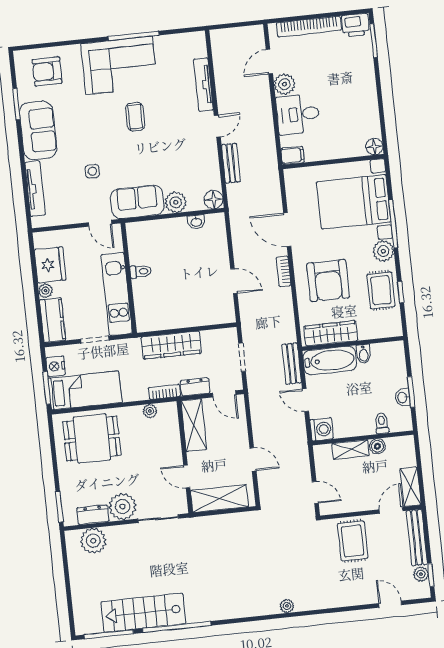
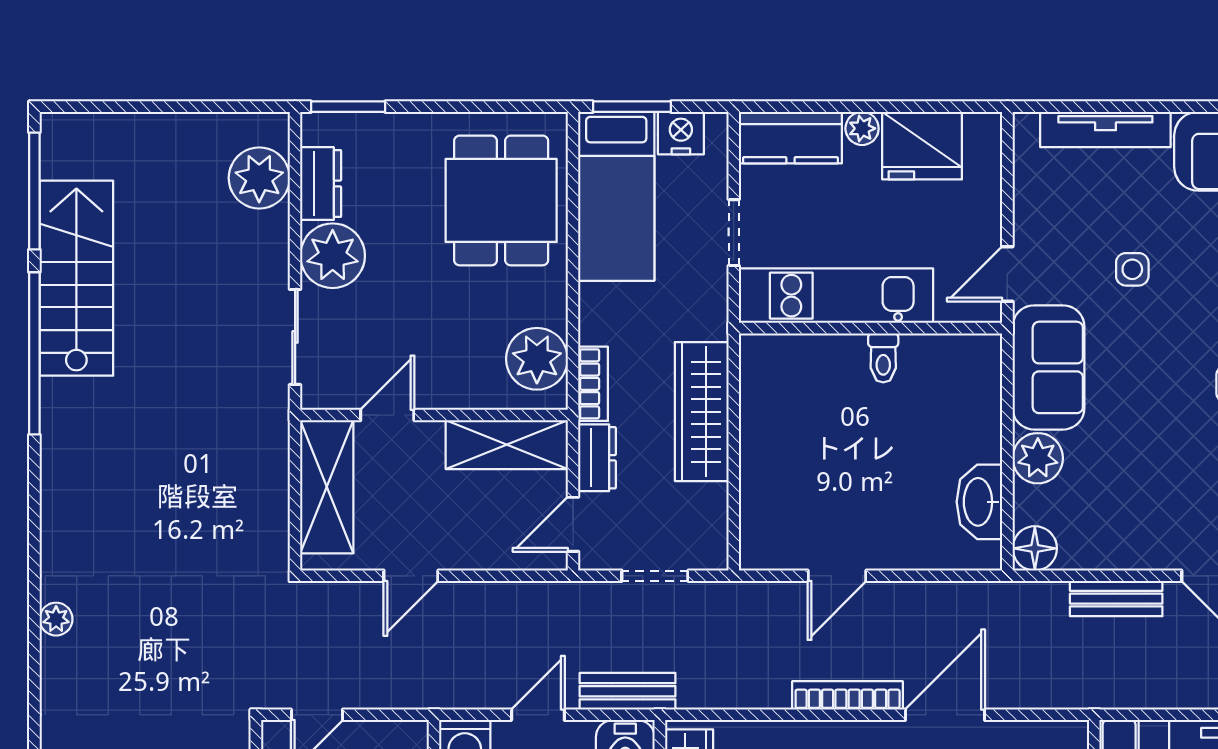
washbasin: (196, 222) -> (979, 502), width x1.91, depth x1.45
bookcase: (283, 271) -> (848, 695), width x1.56
plant: (150, 411) -> (537, 359), width x1.88, depth x1.88

